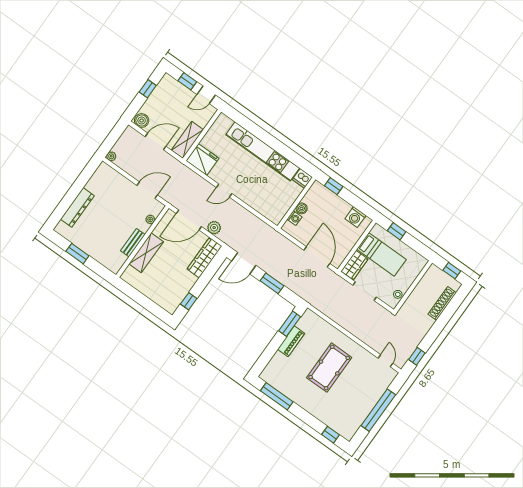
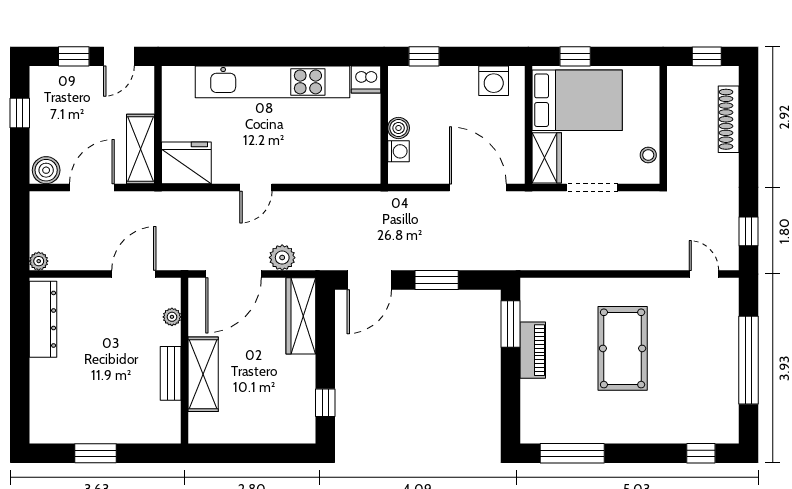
dresser: (77, 207) -> (43, 319), moved
bed: (381, 254) -> (577, 100), width x1.50

